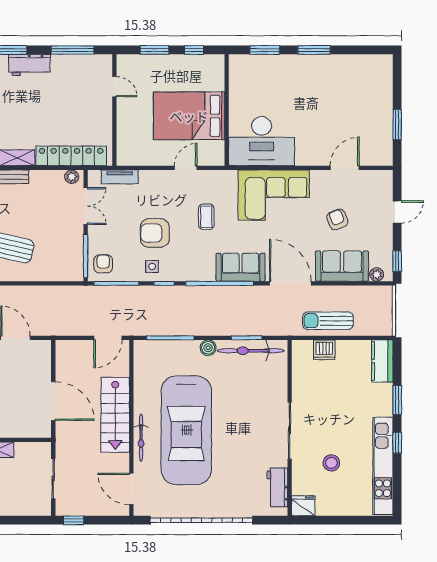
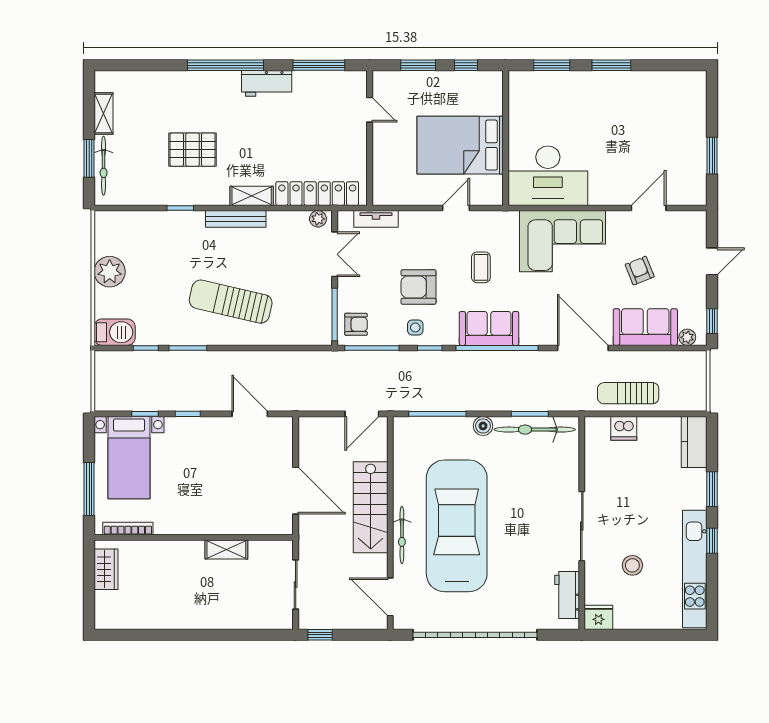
armchair: (103, 264) -> (356, 324), turned 90
sofa: (241, 267) -> (489, 328), moved
car: (186, 430) -> (457, 526), turned 180

